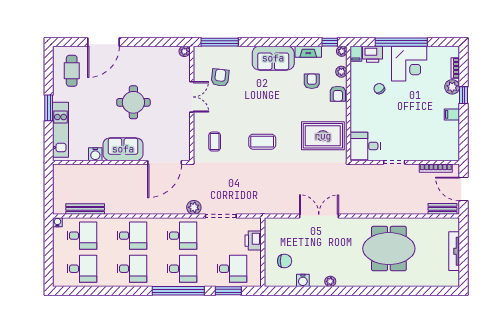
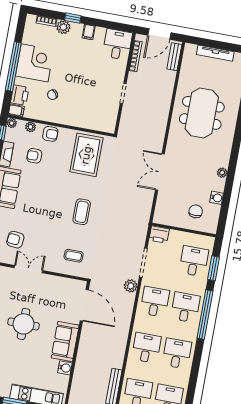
desk: (365, 146) -> (117, 44), moved, turned 180
printer: (253, 241) -> (159, 235), moved

